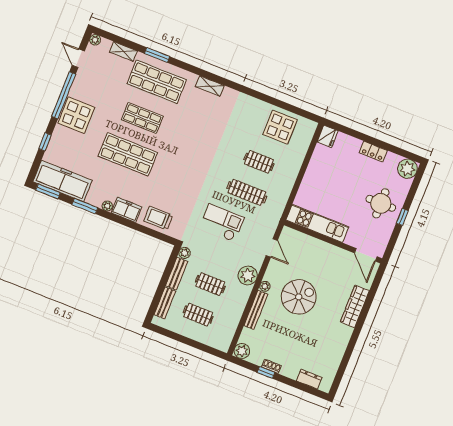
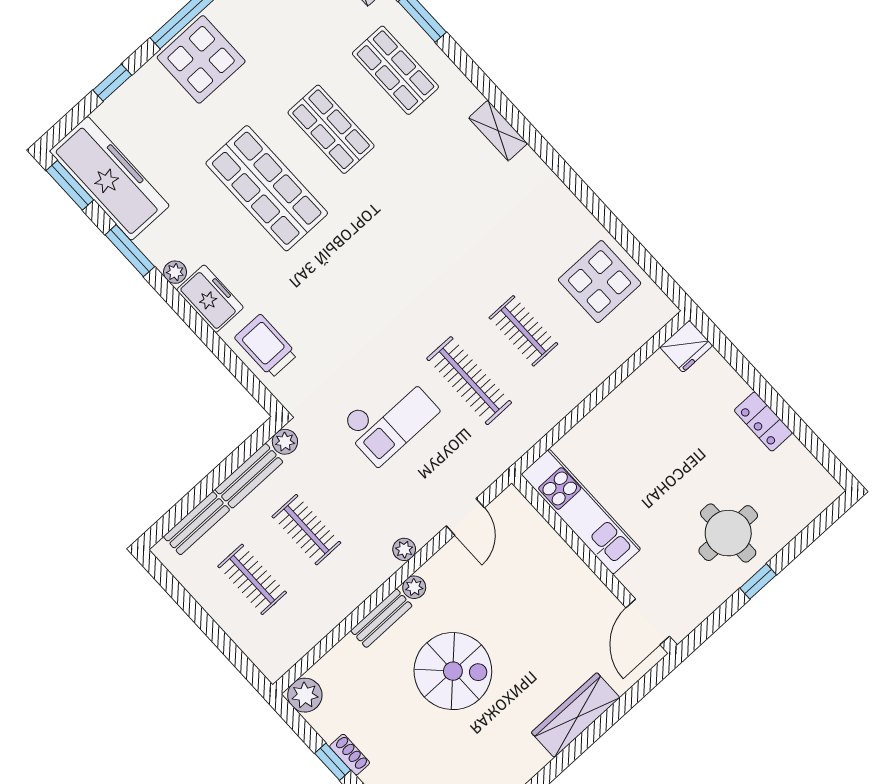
shop shelf: (157, 82) -> (395, 70), width x0.70, depth x0.74
plant: (407, 169) -> (815, 489), removed
checkout: (222, 223) -> (389, 418), turned 90
plant: (248, 275) -> (404, 549), width x0.53, depth x0.53
spiral stairs: (299, 297) -> (453, 671), moved
bench: (256, 310) -> (381, 618), width x0.73

